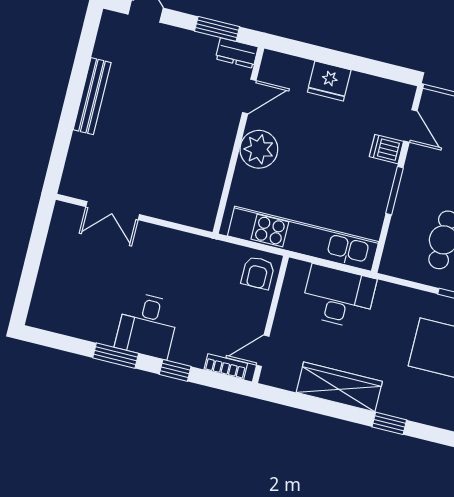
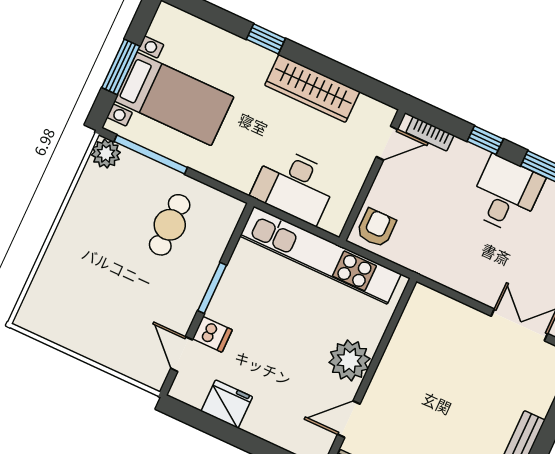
fridge: (329, 81) -> (227, 404), moved

